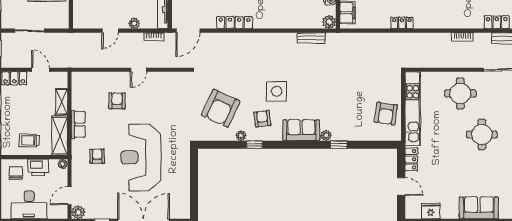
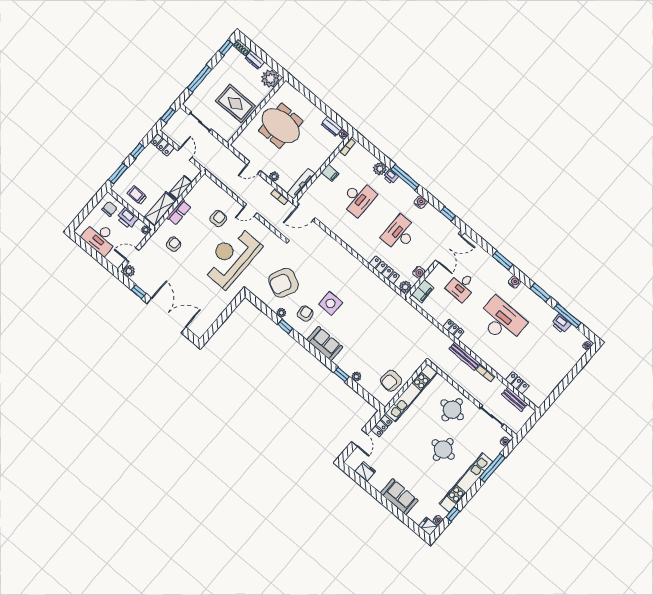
locker: (235, 23) -> (384, 270), moved
bench: (311, 38) -> (465, 356), moved, width x1.36
plant: (326, 135) -> (356, 376), moved
reception desk: (141, 157) -> (231, 257), moved

